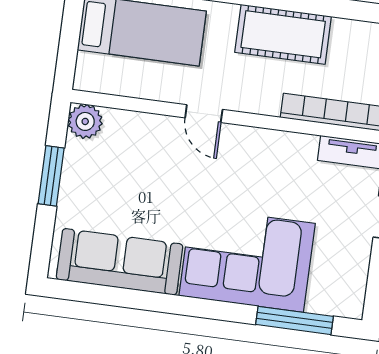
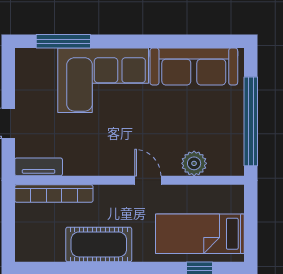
plant: (85, 121) -> (194, 163), moved
window: (51, 176) -> (251, 121), width x2.11

